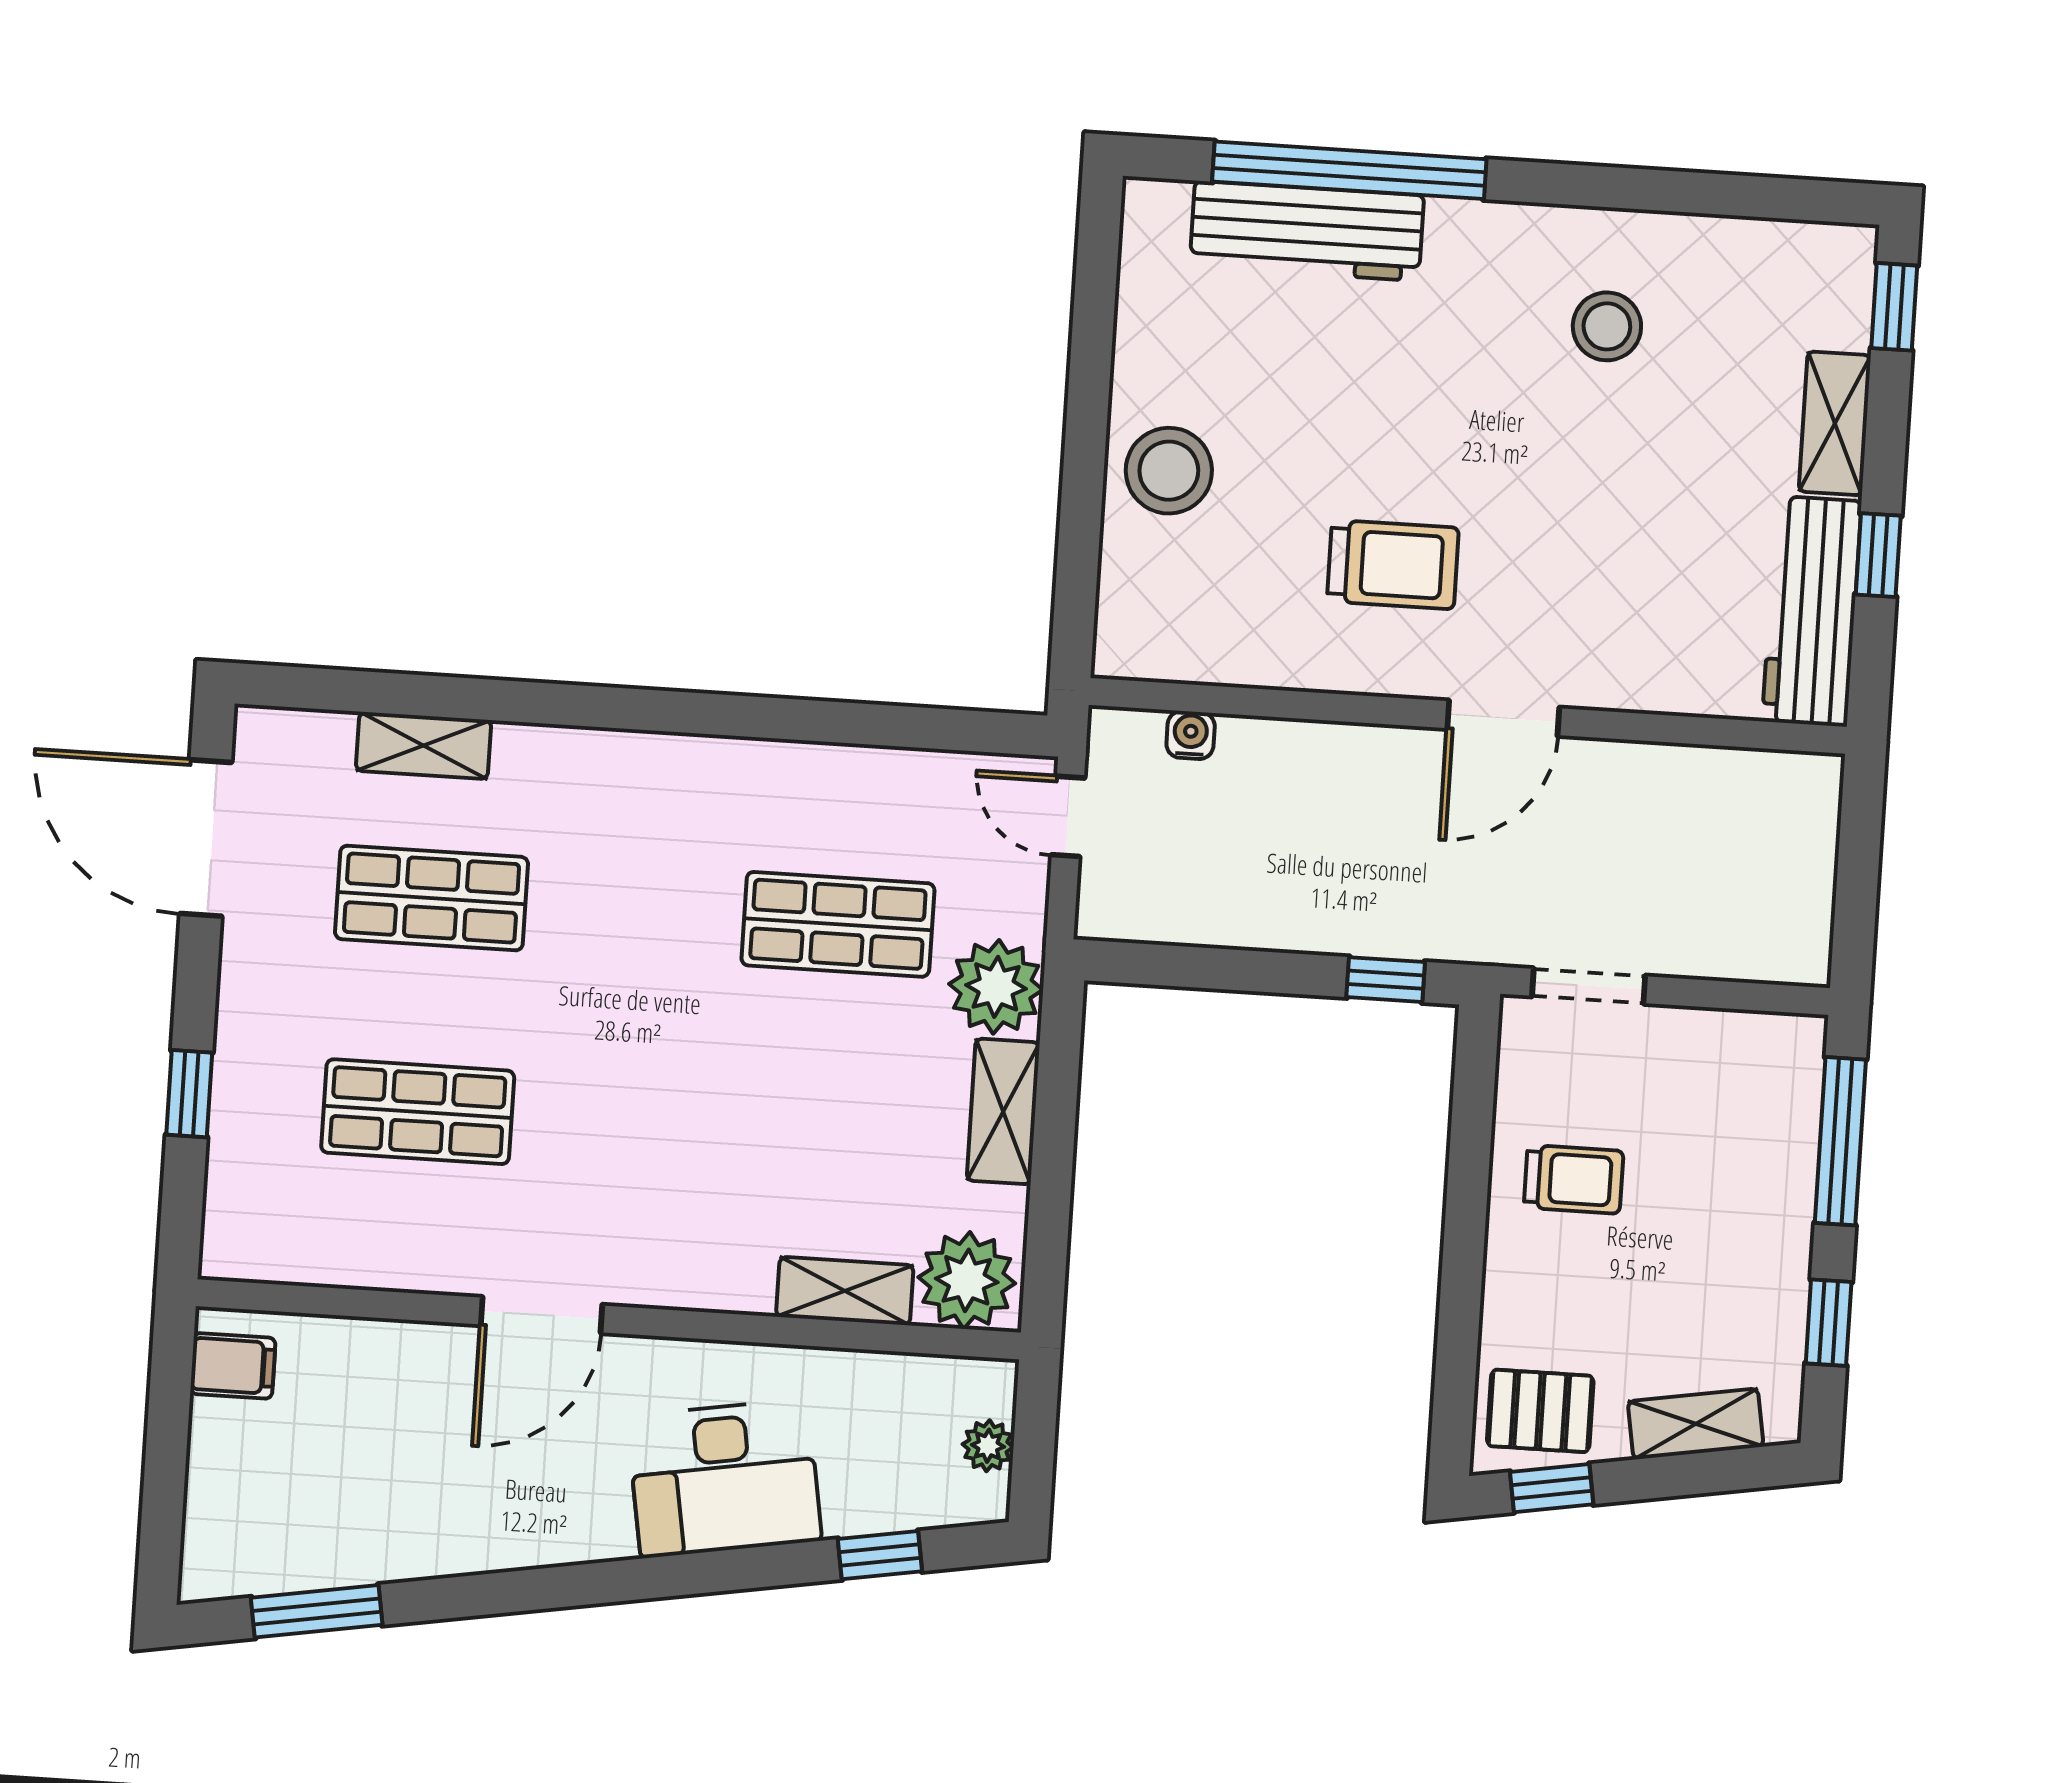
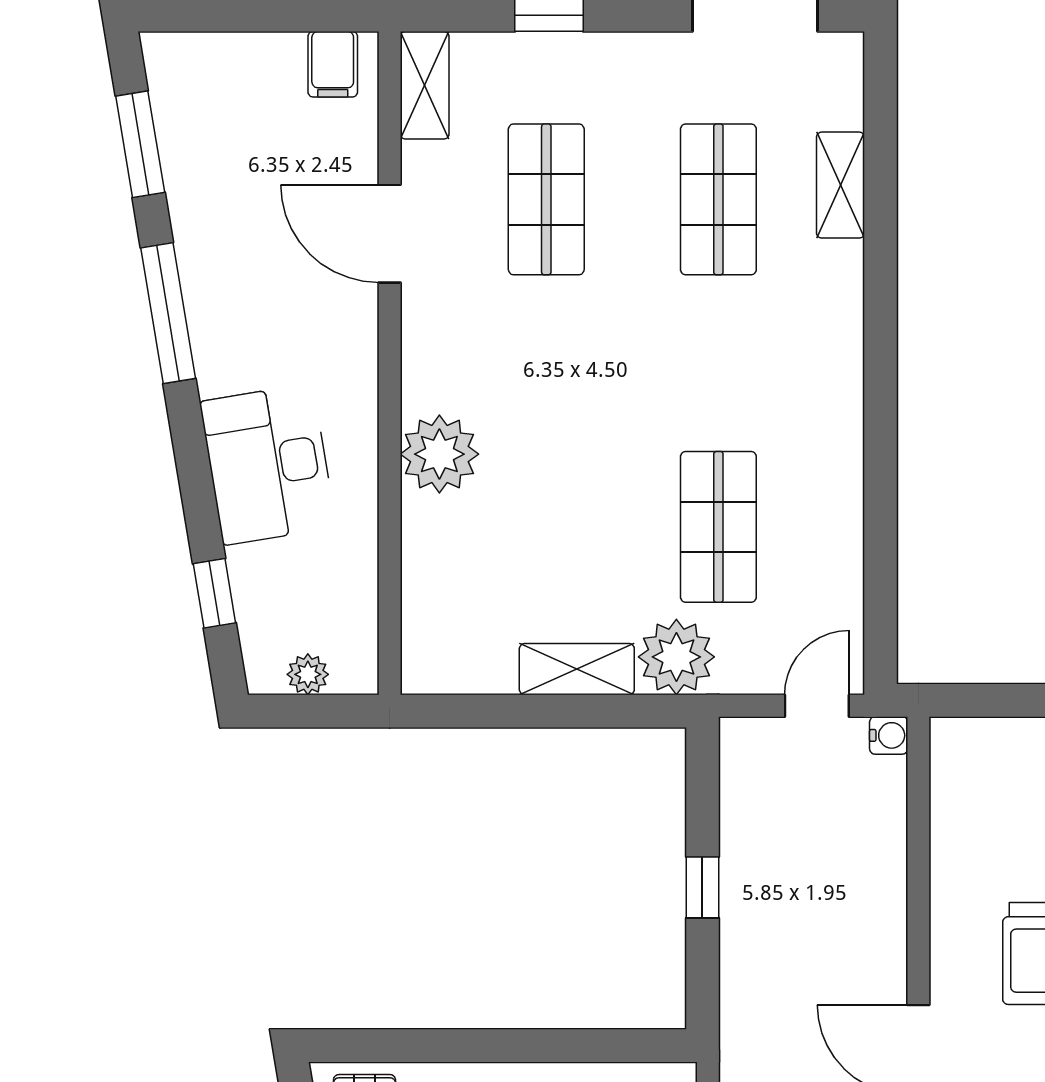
water cooler: (1191, 735) -> (889, 735), moved
window: (1386, 980) -> (702, 887), moved
plant: (967, 1280) -> (439, 454), moved
shelving: (845, 1291) -> (425, 85), moved
door: (542, 1315) -> (390, 234), moved
window: (529, 1590) -> (168, 313), added

